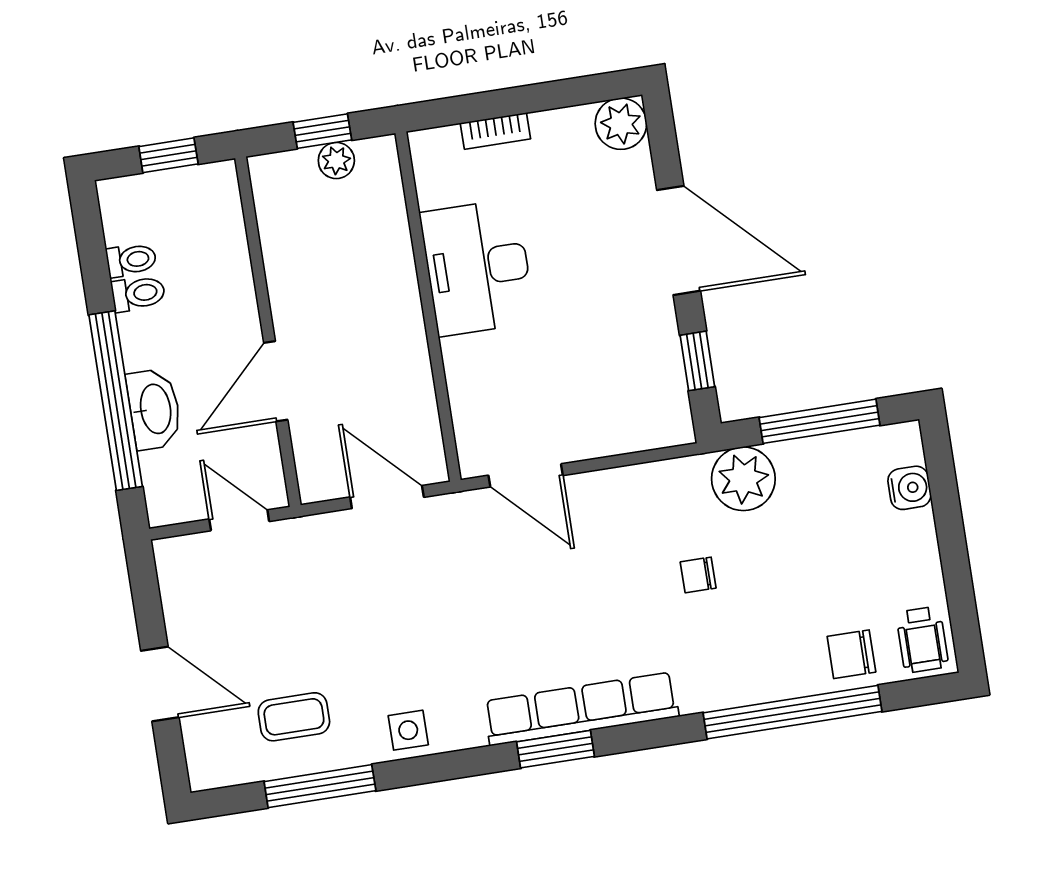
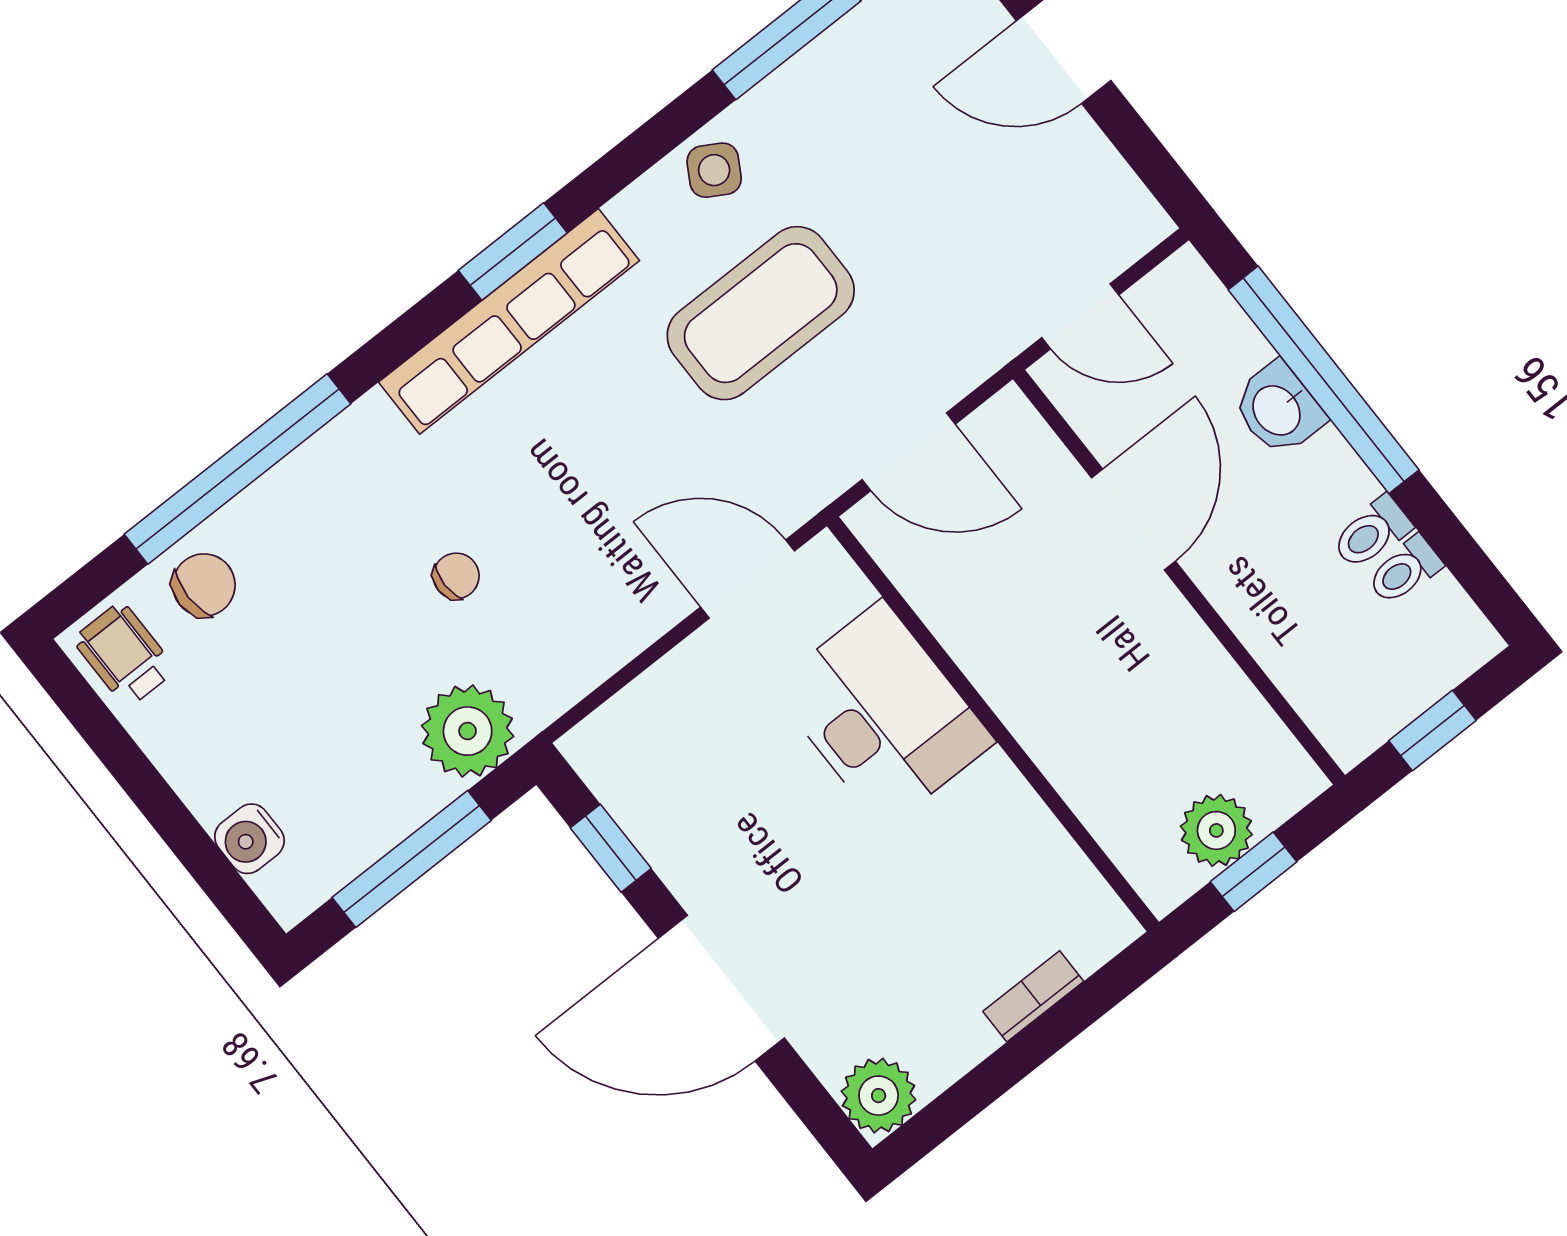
plant: (336, 161) -> (1216, 830), width x1.38, depth x1.38
desk: (477, 267) -> (883, 714), moved
washbasin: (154, 409) -> (1278, 409), width x0.72
coffee table: (294, 717) -> (761, 313), moved, width x1.86, depth x1.72
side table: (408, 730) -> (714, 170), turned 30

